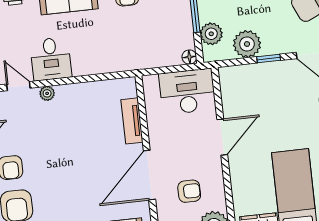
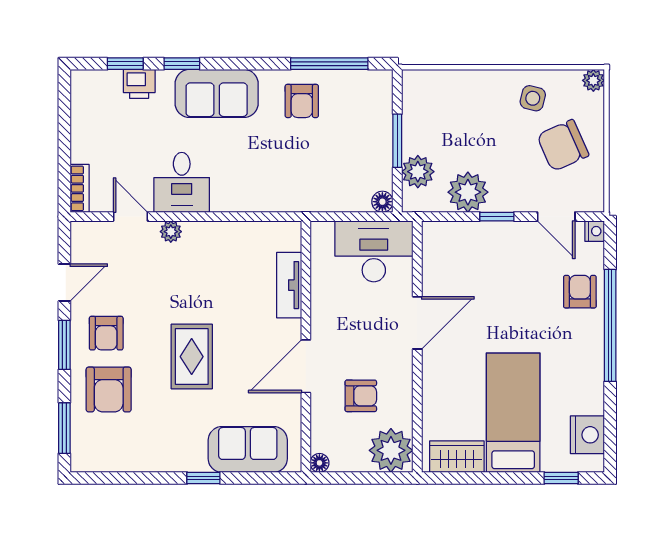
door: (149, 175) -> (306, 366), width x0.73
rug: (71, 177) -> (192, 357), added

